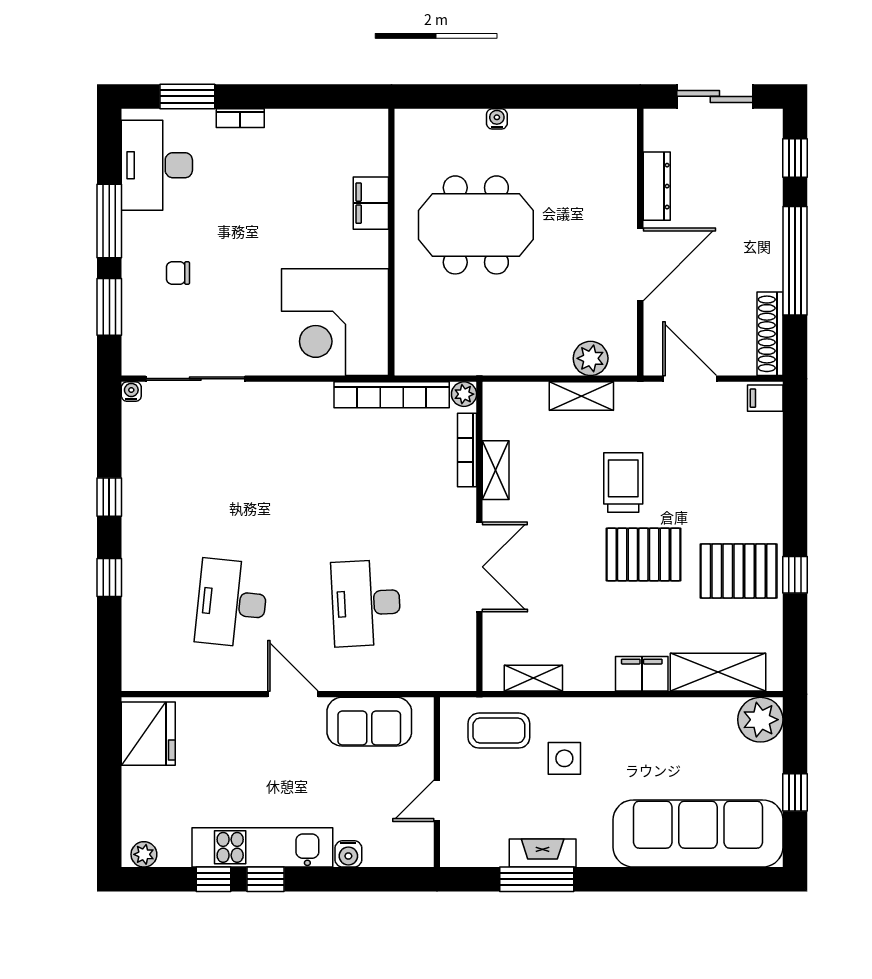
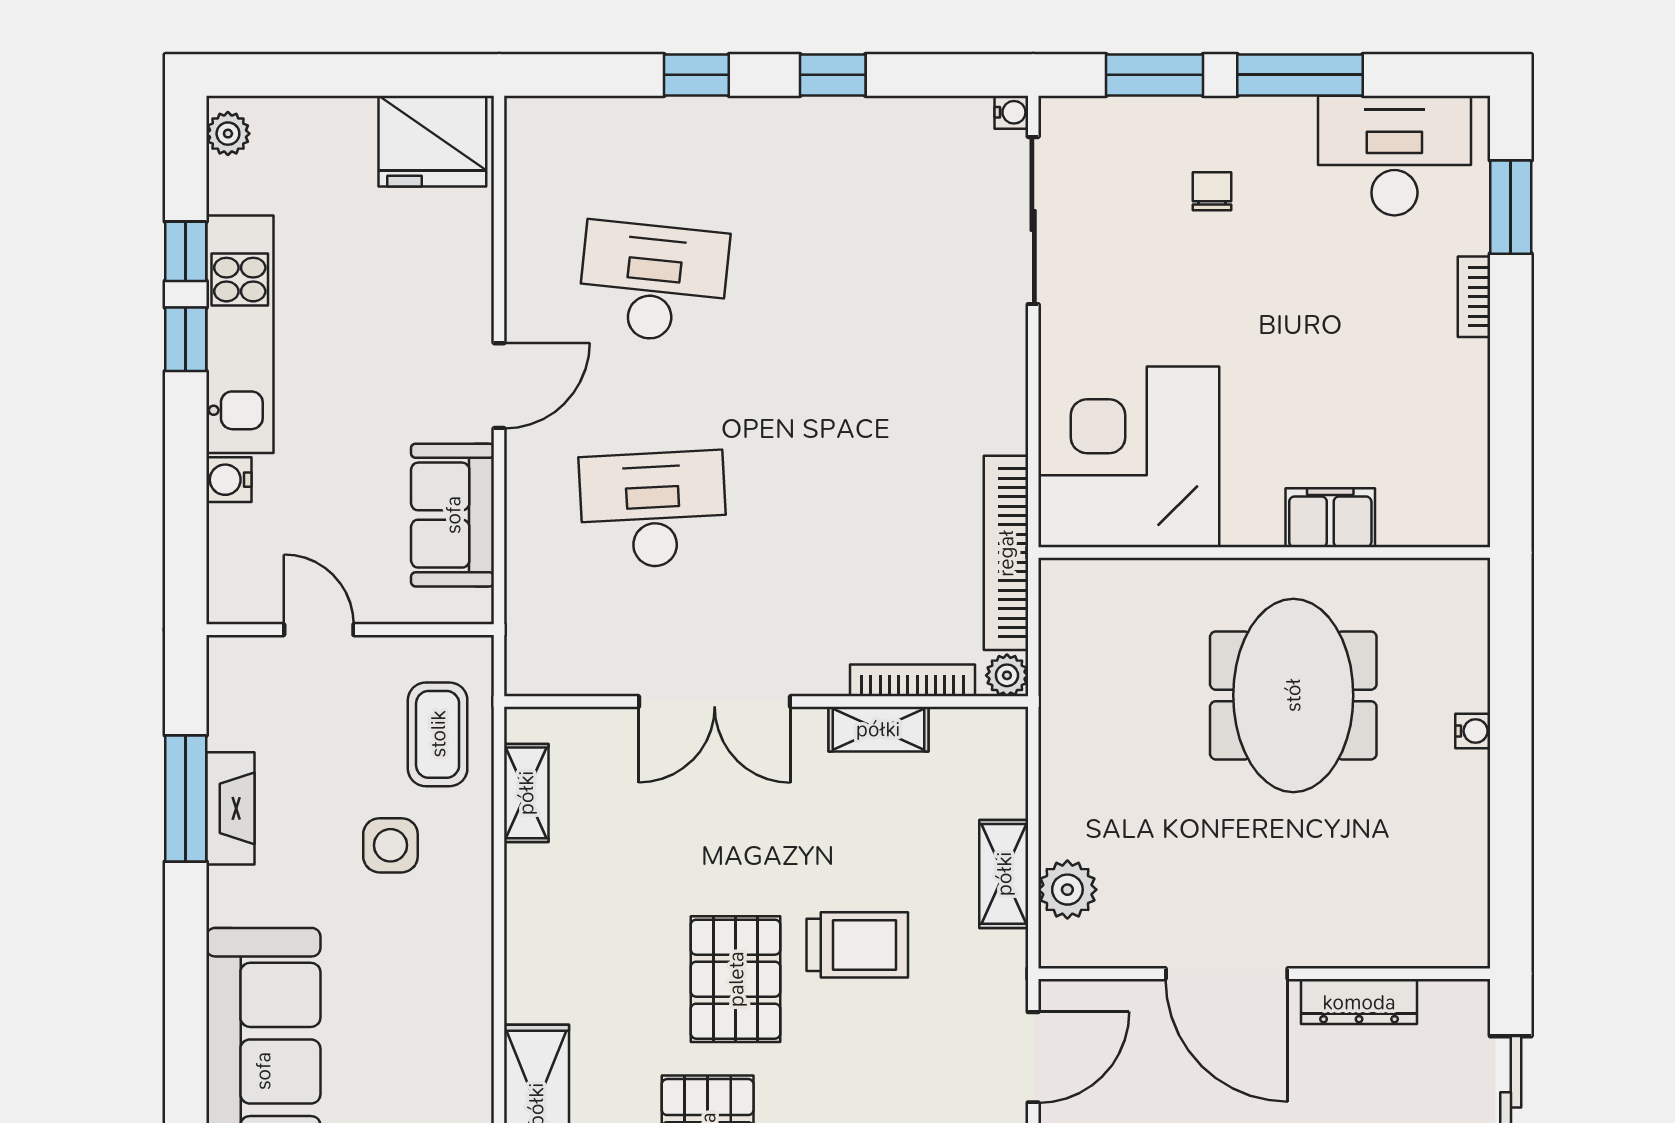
filing cabinet: (642, 674) -> (534, 976), removed

